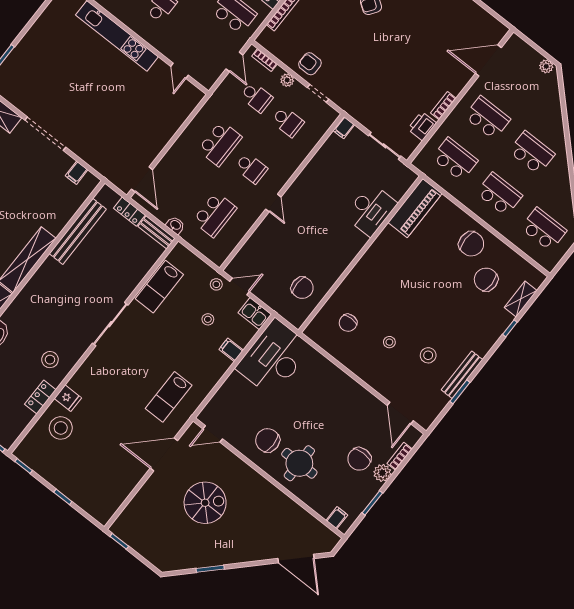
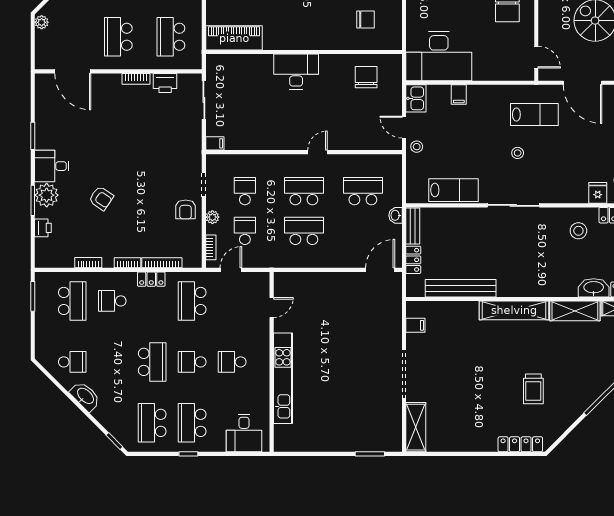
school desk: (251, 168) -> (304, 191), width x1.85
desk: (371, 210) -> (296, 72), moved
stool: (208, 319) -> (518, 153), moved

